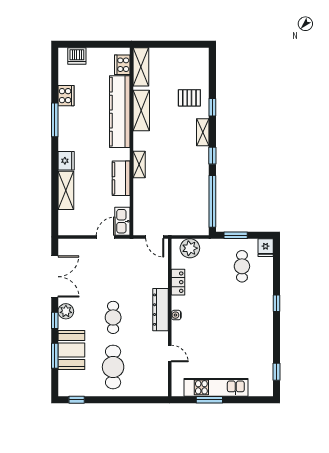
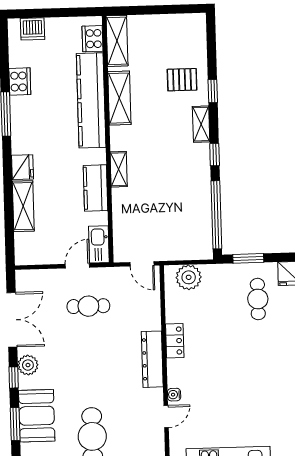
locker: (178, 282) -> (175, 341), moved
water cooler: (176, 315) -> (174, 395), moved
cafe table: (113, 317) -> (88, 306), moved, turned 90
door: (170, 354) -> (166, 417), hinge flipped

